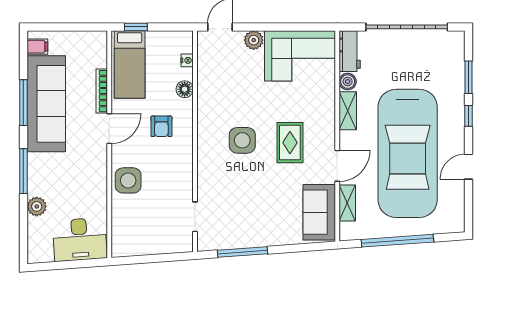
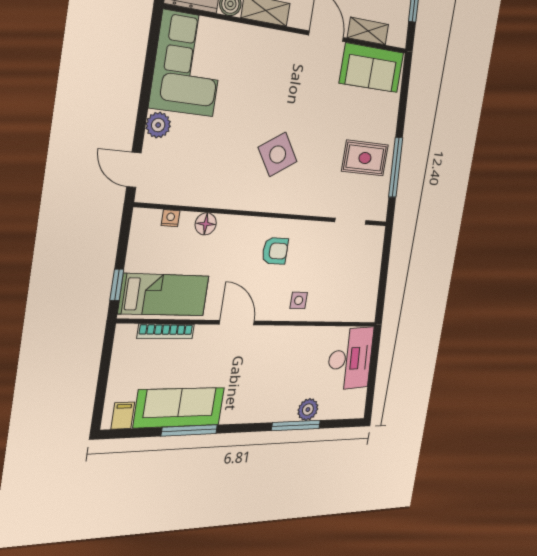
bookcase: (102, 91) -> (166, 331), moved
sofa: (46, 104) -> (179, 408), width x0.74, depth x0.79
armchair: (161, 126) -> (275, 251), moved
side table: (242, 140) -> (278, 154), turned -33
rug: (290, 143) -> (365, 158), moved
window: (23, 171) -> (296, 425), moved
side table: (128, 180) -> (299, 300), width x0.54, depth x0.54

